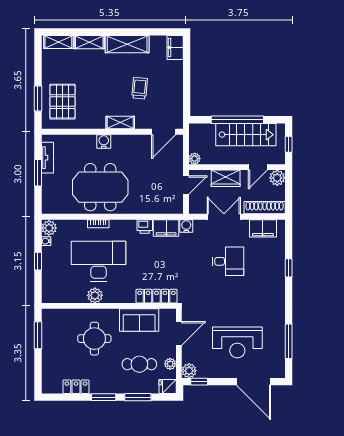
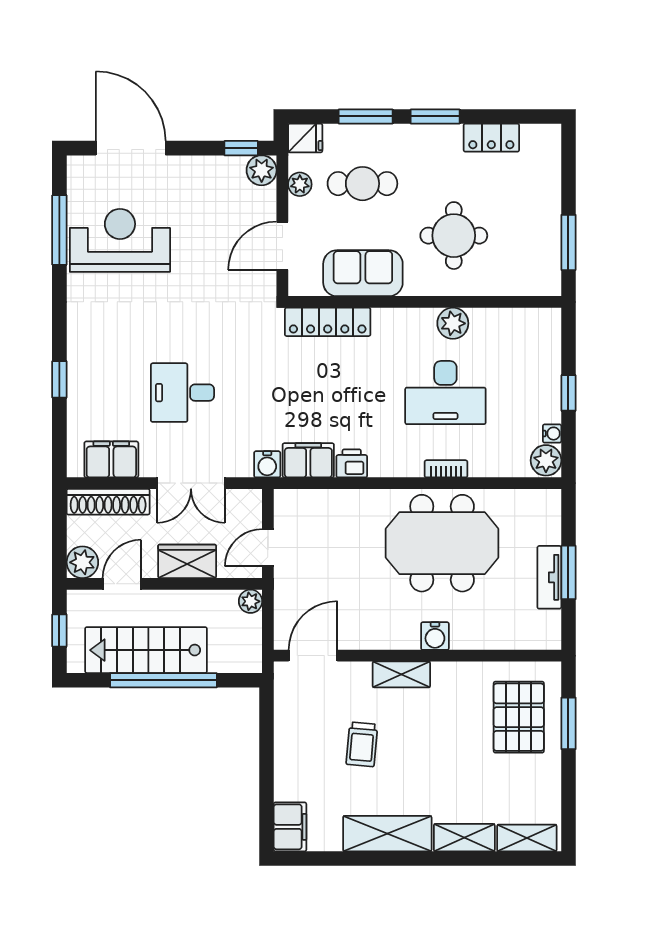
tv unit: (47, 158) -> (549, 577), moved
desk: (99, 261) -> (445, 393), width x0.73, depth x0.77
reception desk: (237, 342) -> (120, 240), moved

